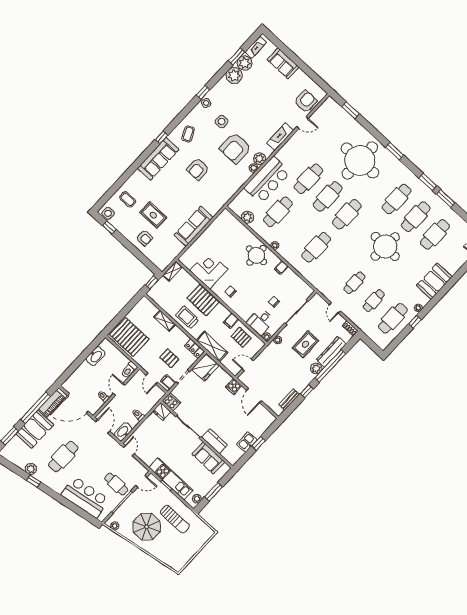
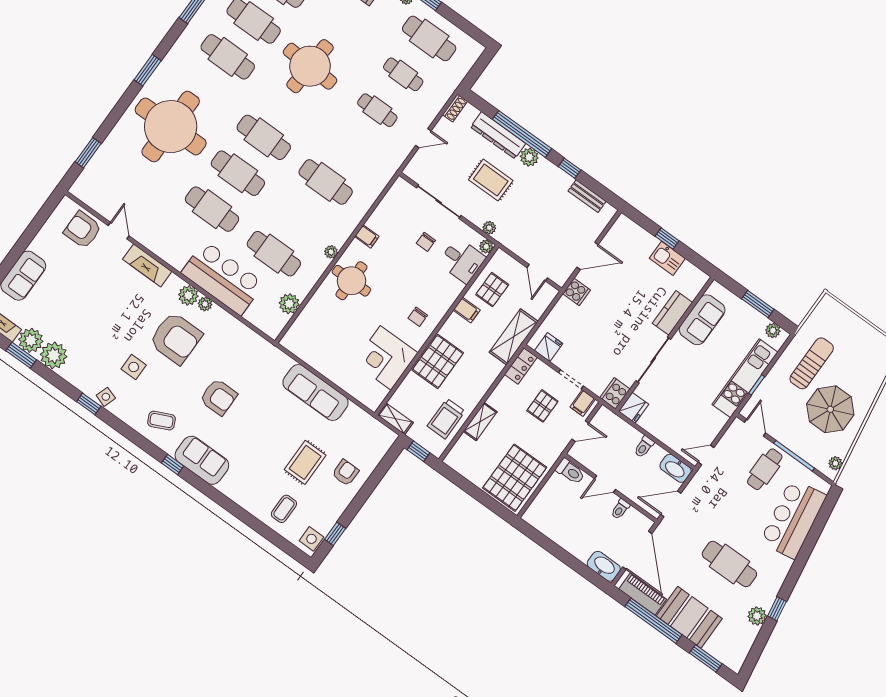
sofa: (158, 159) -> (202, 460), width x0.73
trolley: (187, 317) -> (446, 419), moved
washbasin: (96, 356) -> (604, 566), moved
fridge: (205, 368) -> (549, 347), width x0.53, depth x0.75

